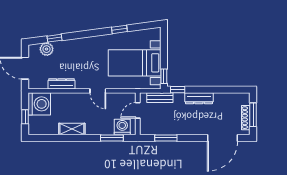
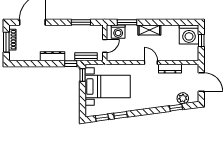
window: (141, 26) -> (102, 118), added
door: (98, 91) -> (151, 63), moved
washing machine: (39, 104) -> (189, 35), moved, turned -90
shelving: (72, 129) -> (149, 30), moved

